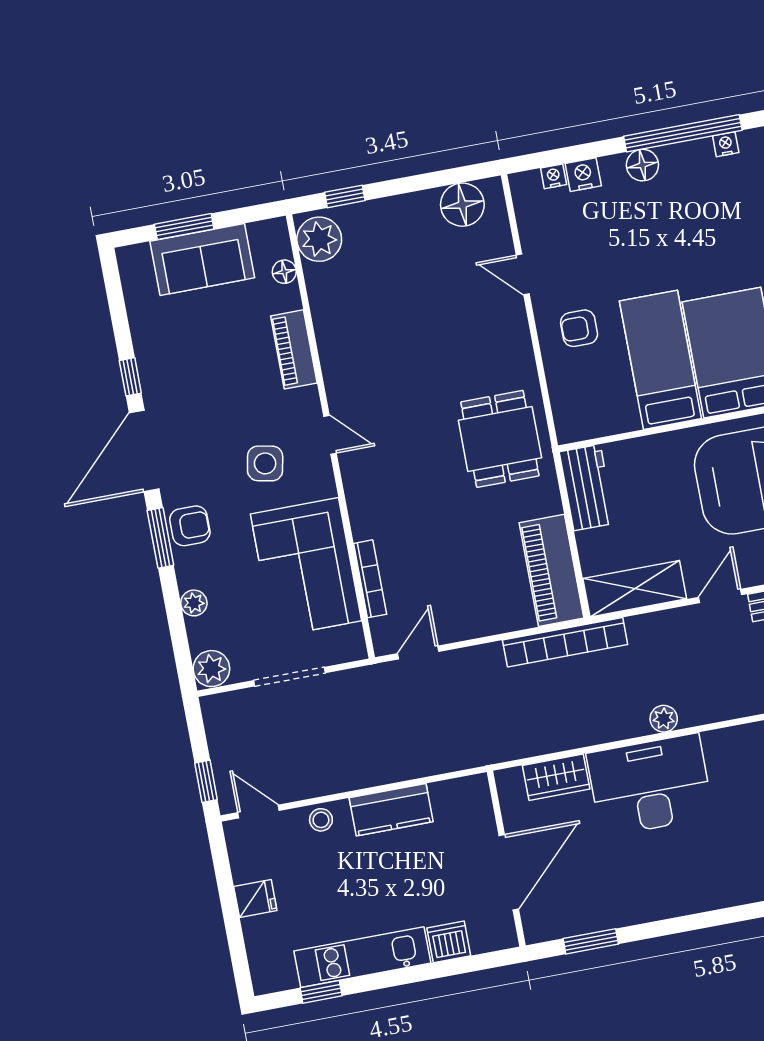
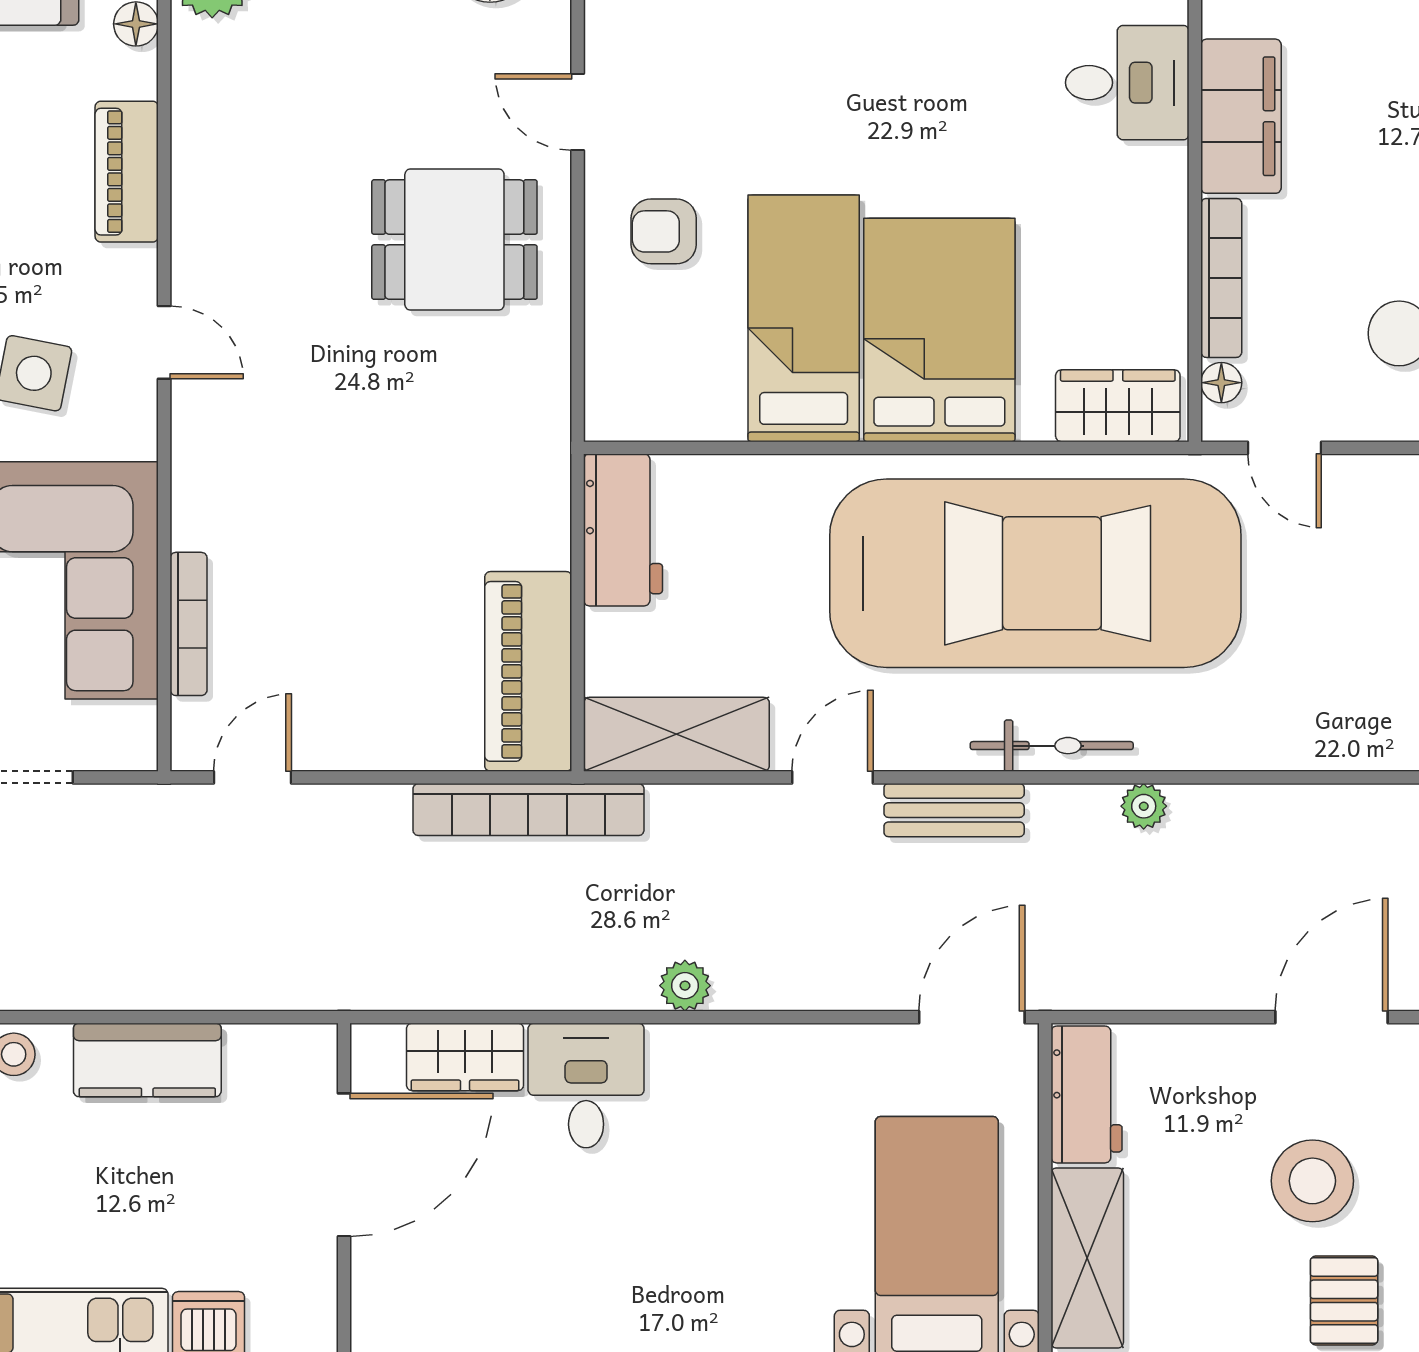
dining table: (500, 439) -> (454, 240), moved, turned 90
desk: (650, 785) -> (586, 1086), width x0.53, depth x0.77
door: (509, 872) -> (344, 1165), moved

